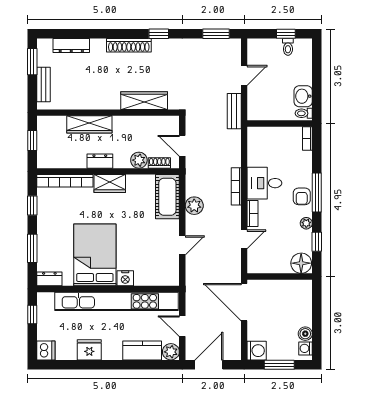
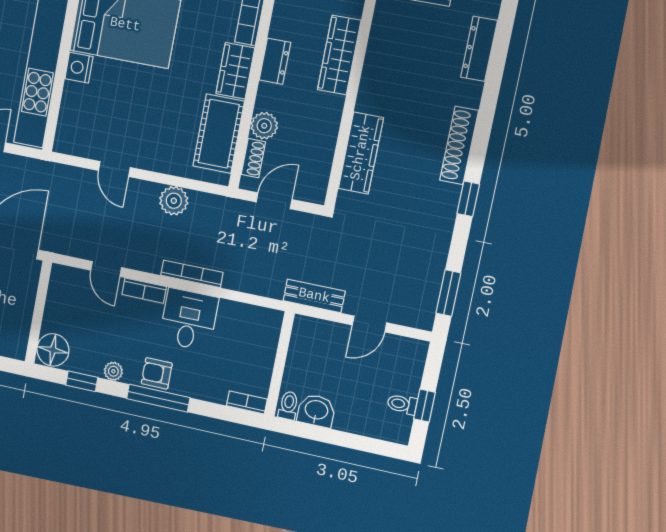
door: (244, 75) -> (370, 324), hinge flipped
cot: (167, 197) -> (219, 134), moved, turned 90

